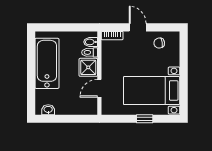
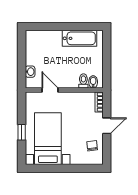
bathtub: (47, 63) -> (79, 38), width x0.73, depth x0.73
shower: (88, 67) -> (69, 80), removed
washbasin: (48, 110) -> (30, 72), moved

